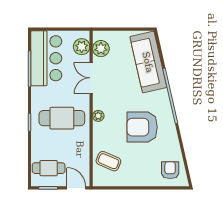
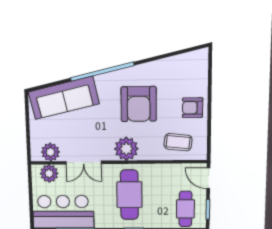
plant: (98, 116) -> (126, 149), width x1.88, depth x1.88
coffee table: (108, 161) -> (178, 142), turned 73
armchair: (170, 170) -> (193, 108), moved
door: (76, 188) -> (208, 178), hinge flipped

